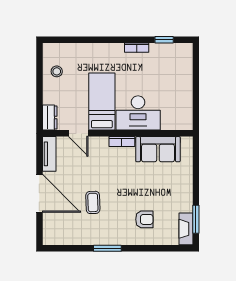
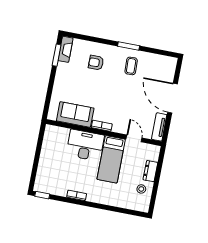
window: (164, 40) -> (42, 195), moved
dresser: (50, 118) -> (150, 171), moved
coffee table: (93, 202) -> (131, 66), moved

